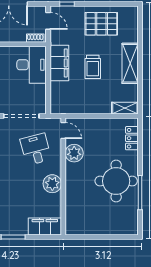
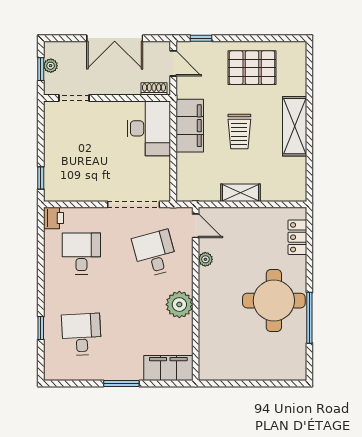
shelving: (125, 108) -> (241, 193), moved
plant: (74, 153) -> (205, 259), width x0.53, depth x0.53

